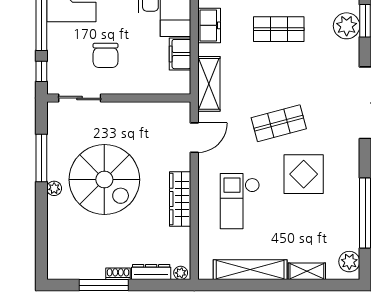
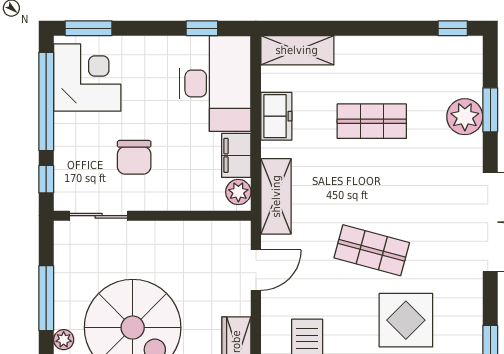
plant: (181, 81) -> (238, 192), added
shop shelf: (279, 123) -> (372, 250), turned 30

